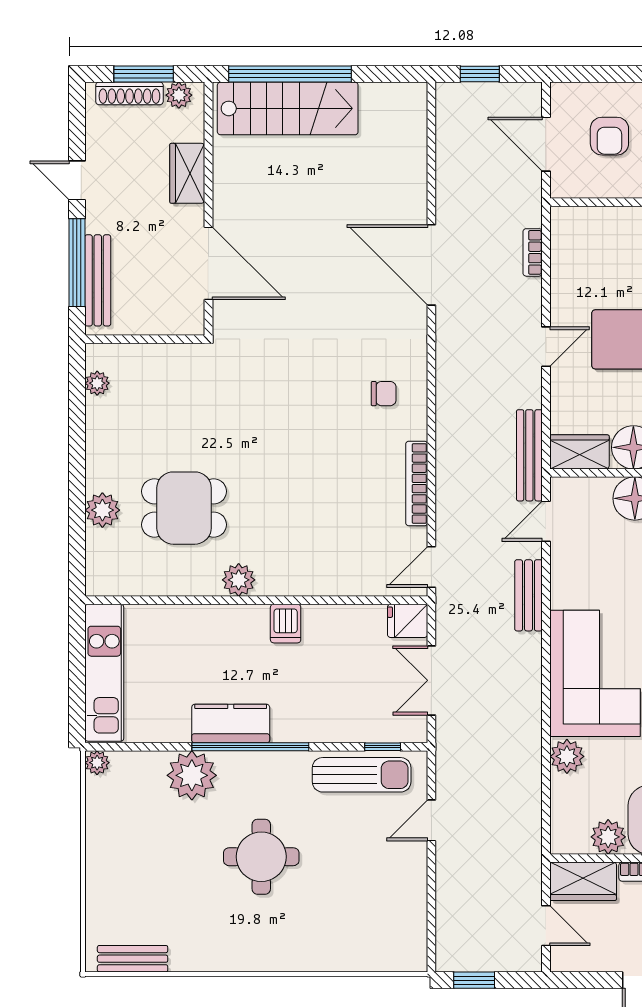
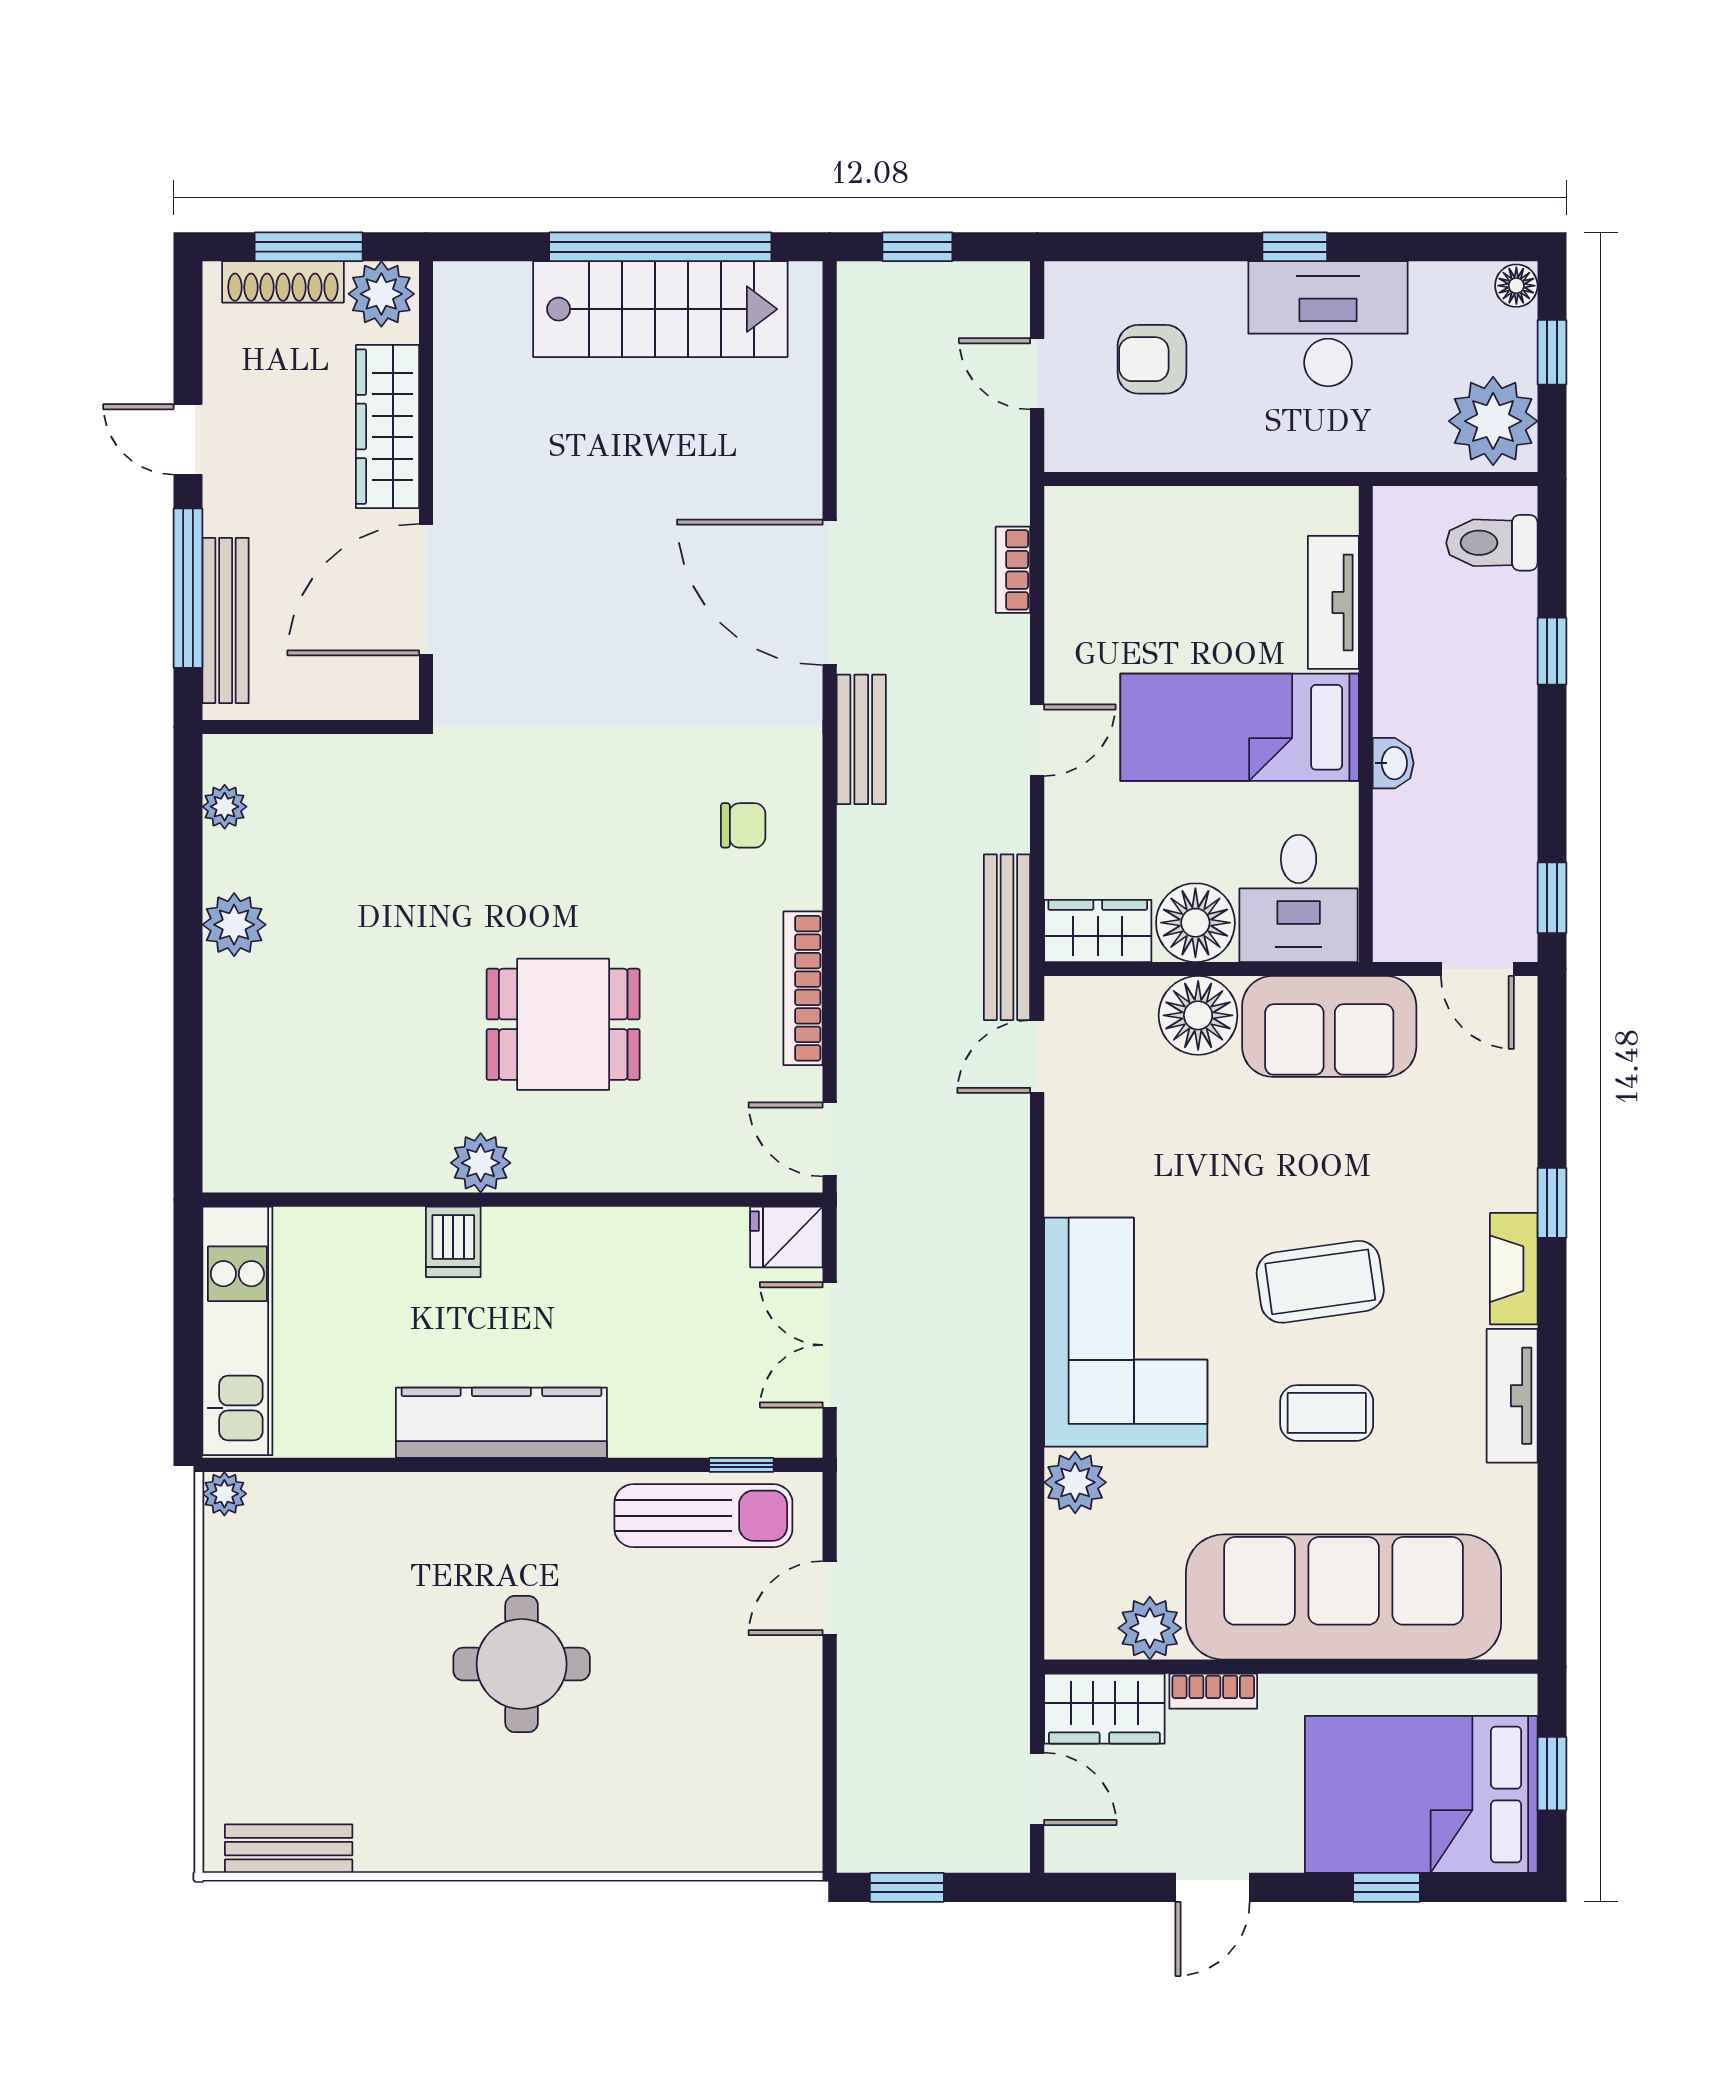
window: (290, 74) -> (660, 247), moved
plant: (179, 95) -> (381, 294), width x1.38, depth x1.38
stairs: (288, 108) -> (660, 309), moved
armchair: (609, 136) -> (1152, 359), turned 90
door: (546, 144) -> (1037, 374), width x0.73
wardrobe: (187, 173) -> (388, 427), width x1.50
door: (208, 263) -> (426, 590), swing flipped
dining table: (184, 508) -> (563, 1024), moved
plant: (102, 510) -> (234, 925), moved
door: (431, 567) -> (830, 1139), hinge flipped
bench: (529, 595) -> (861, 739), moved
dishwasher: (286, 624) -> (453, 1242), moved
kitchen counter: (231, 723) -> (501, 1423), width x1.50
window: (250, 747) -> (502, 1465), removed
plant: (192, 775) -> (396, 1517), removed

